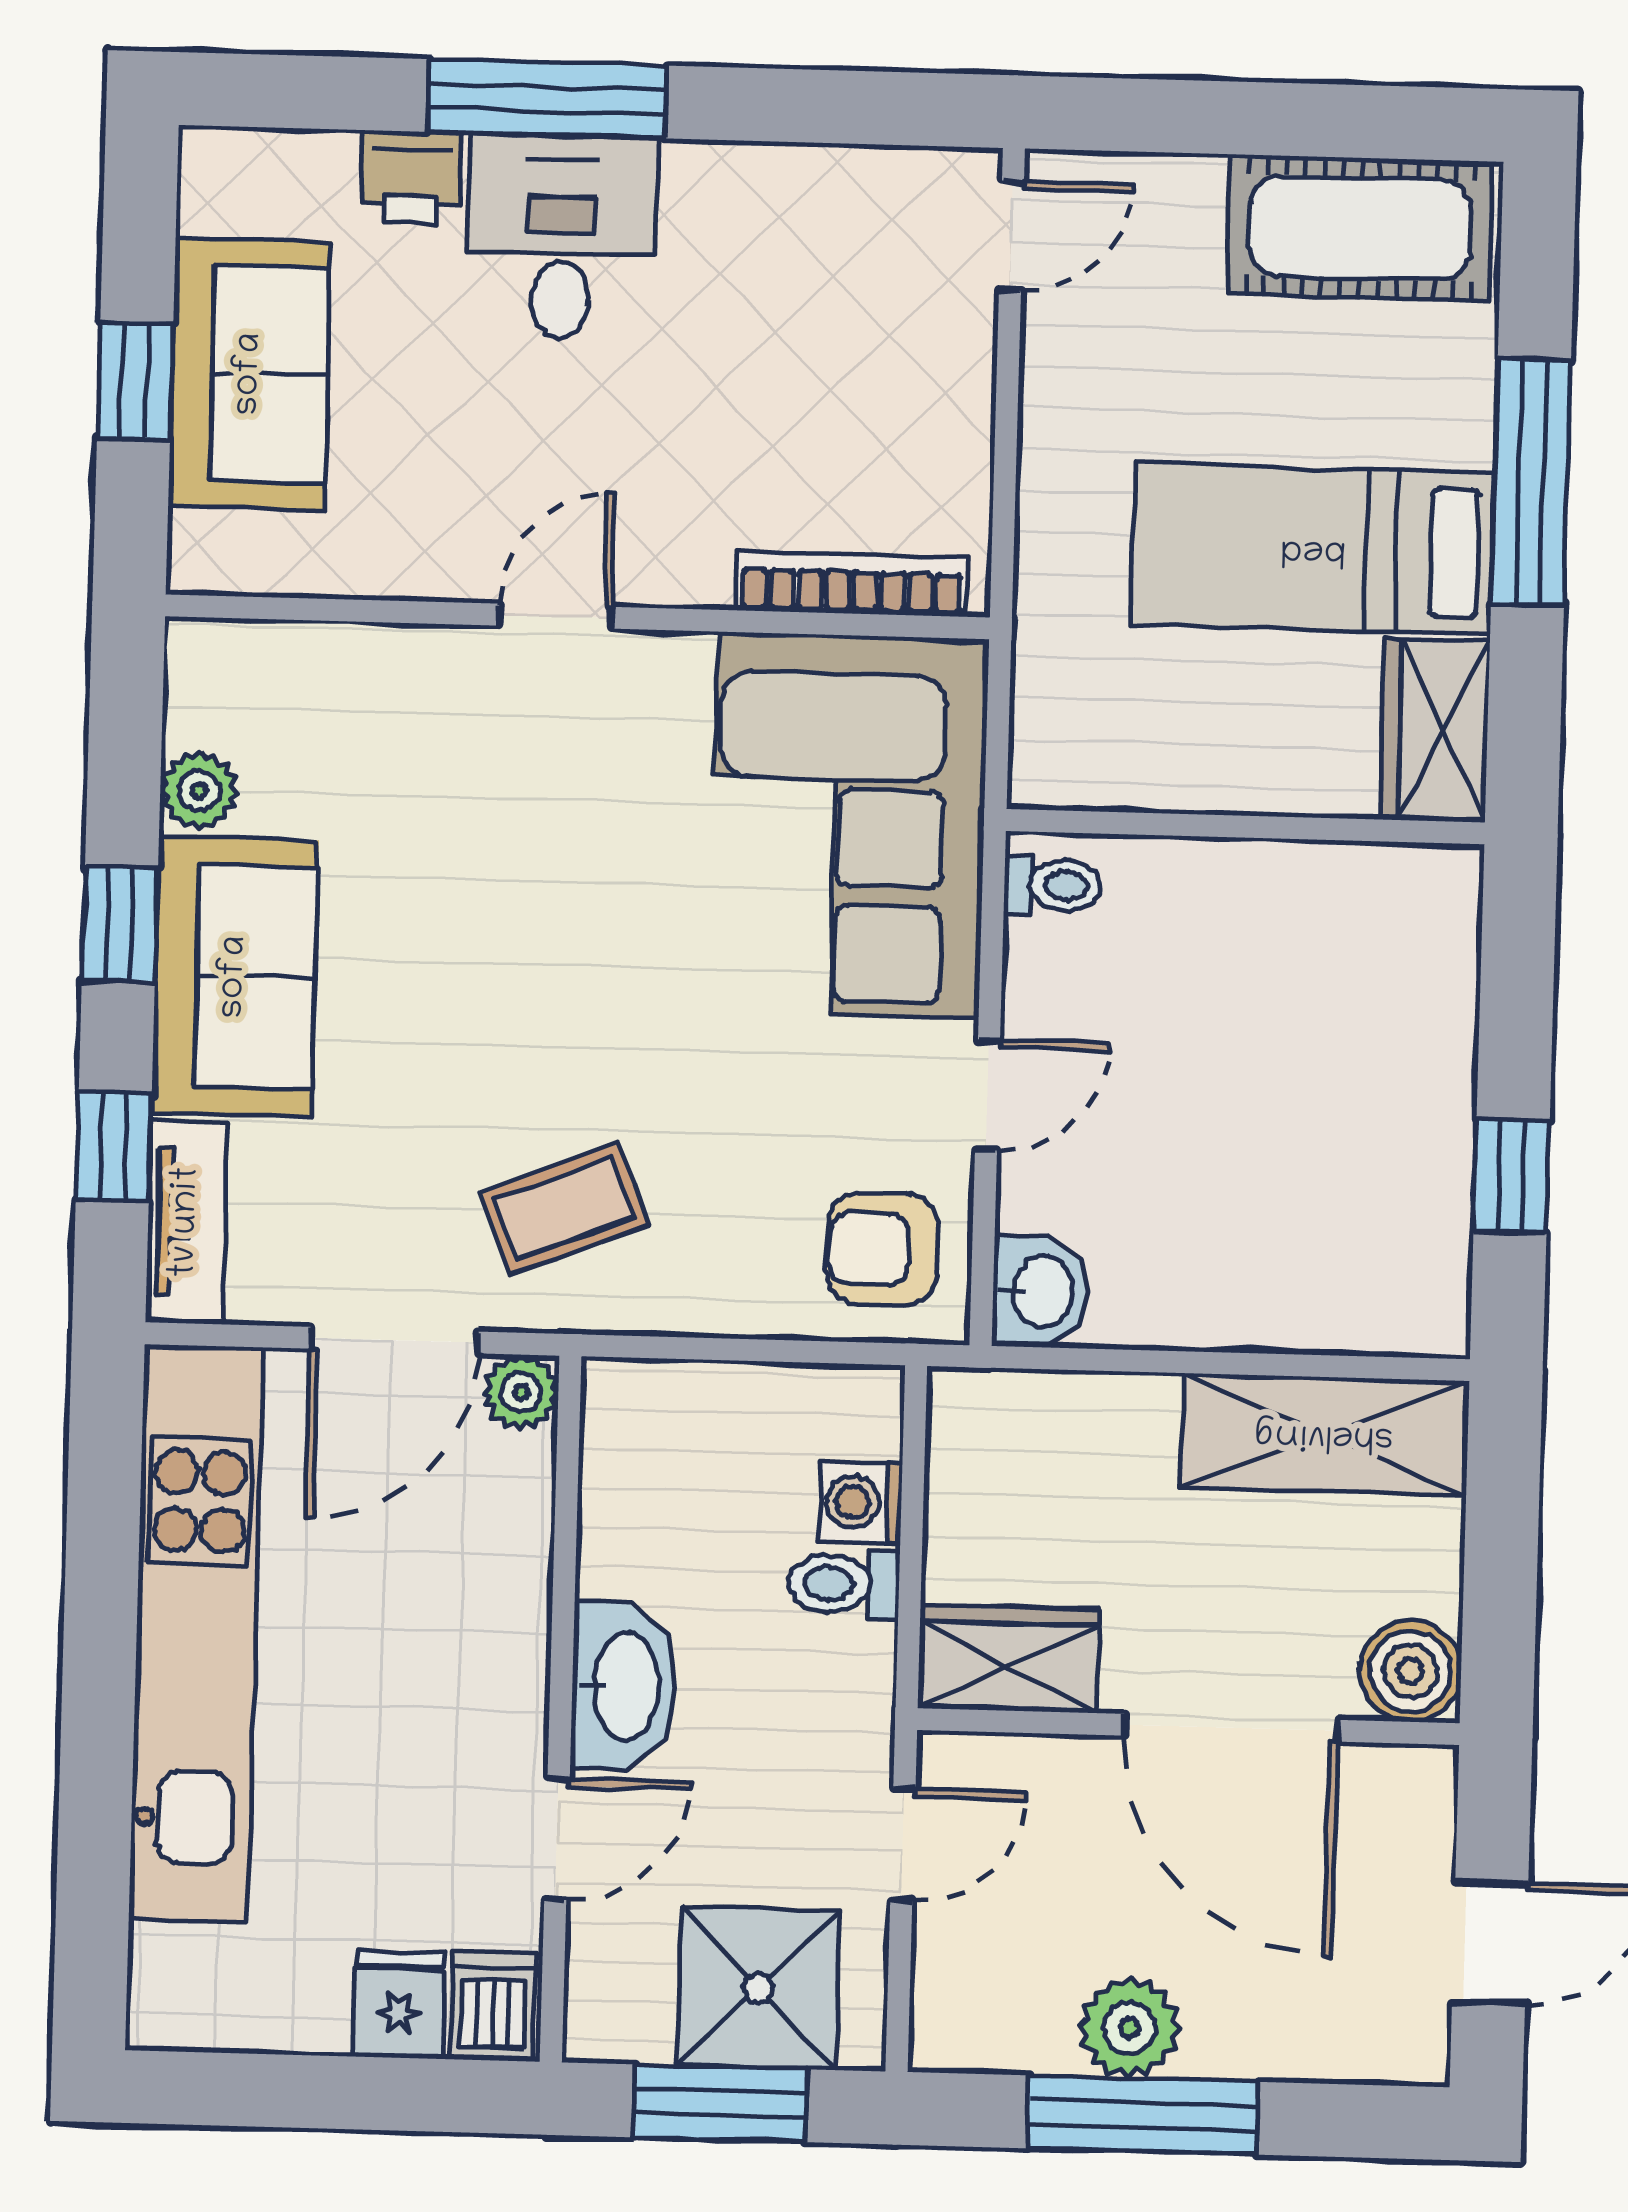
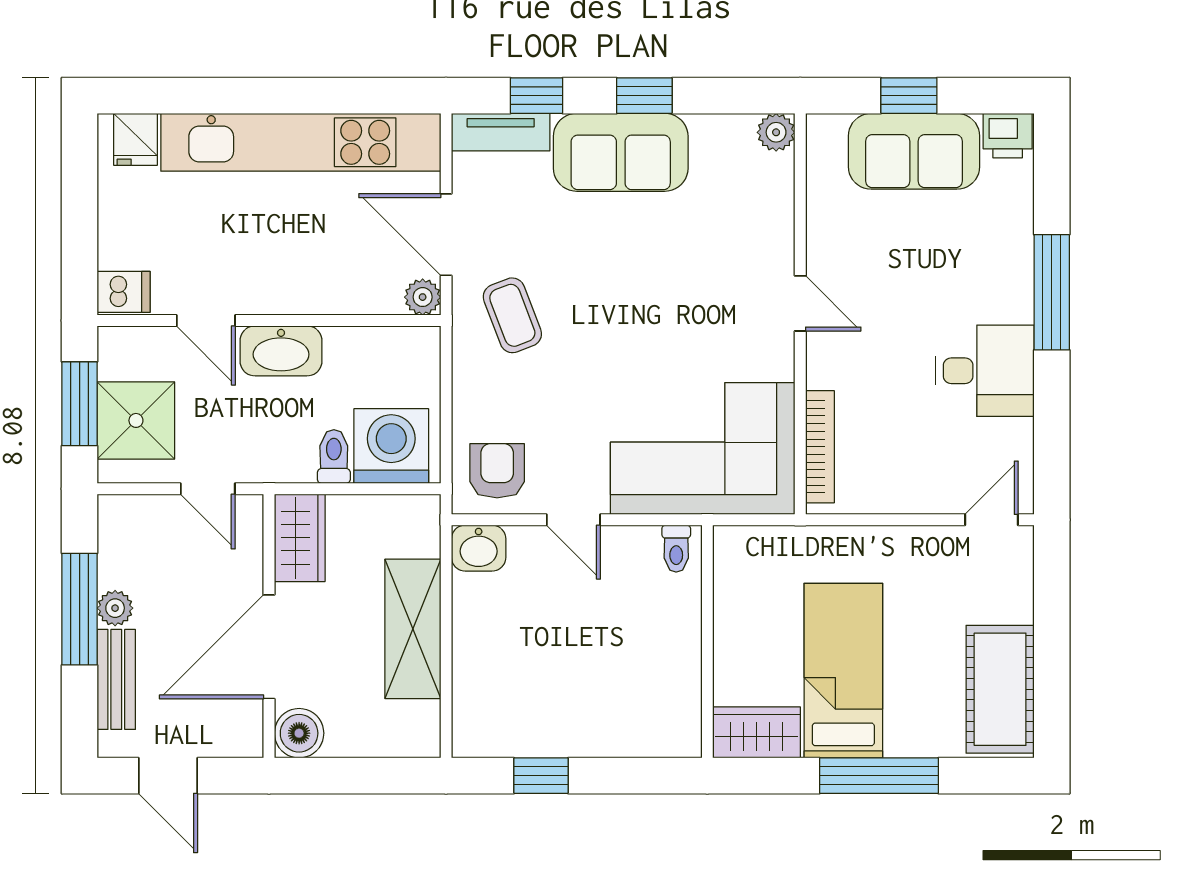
printer: (411, 177) -> (1008, 136), moved, turned -90
door: (1012, 236) -> (992, 520), swing flipped
desk: (561, 237) -> (985, 371), moved
plant: (199, 791) -> (776, 132), moved
shelving: (1324, 1434) -> (413, 629), moved
washing machine: (861, 1502) -> (391, 446), width x1.89, depth x1.89
fridge: (399, 2004) -> (135, 139), moved, turned 90
plant: (1129, 2028) -> (115, 608), width x0.73, depth x0.73
bench: (1290, 2043) -> (116, 679), added

